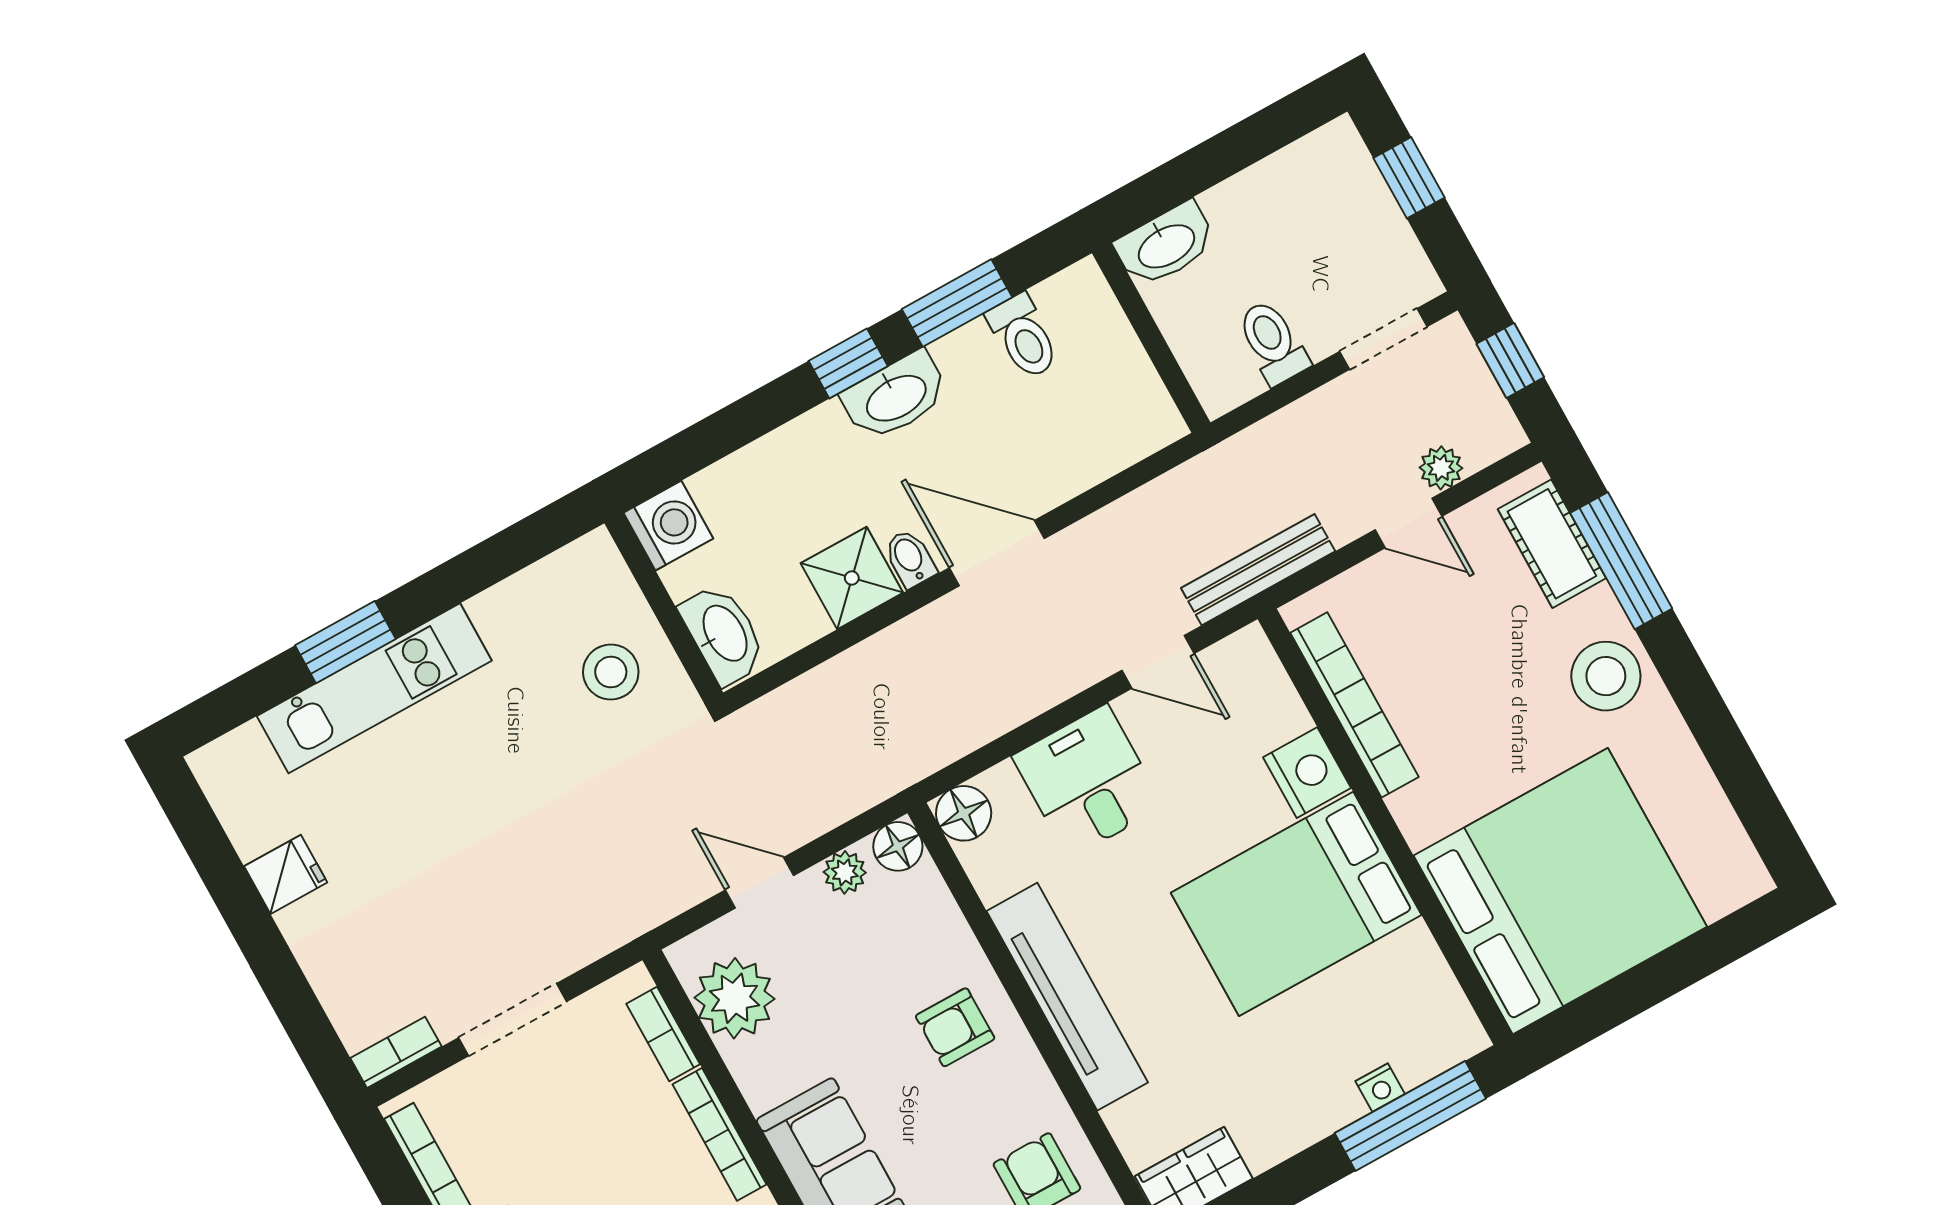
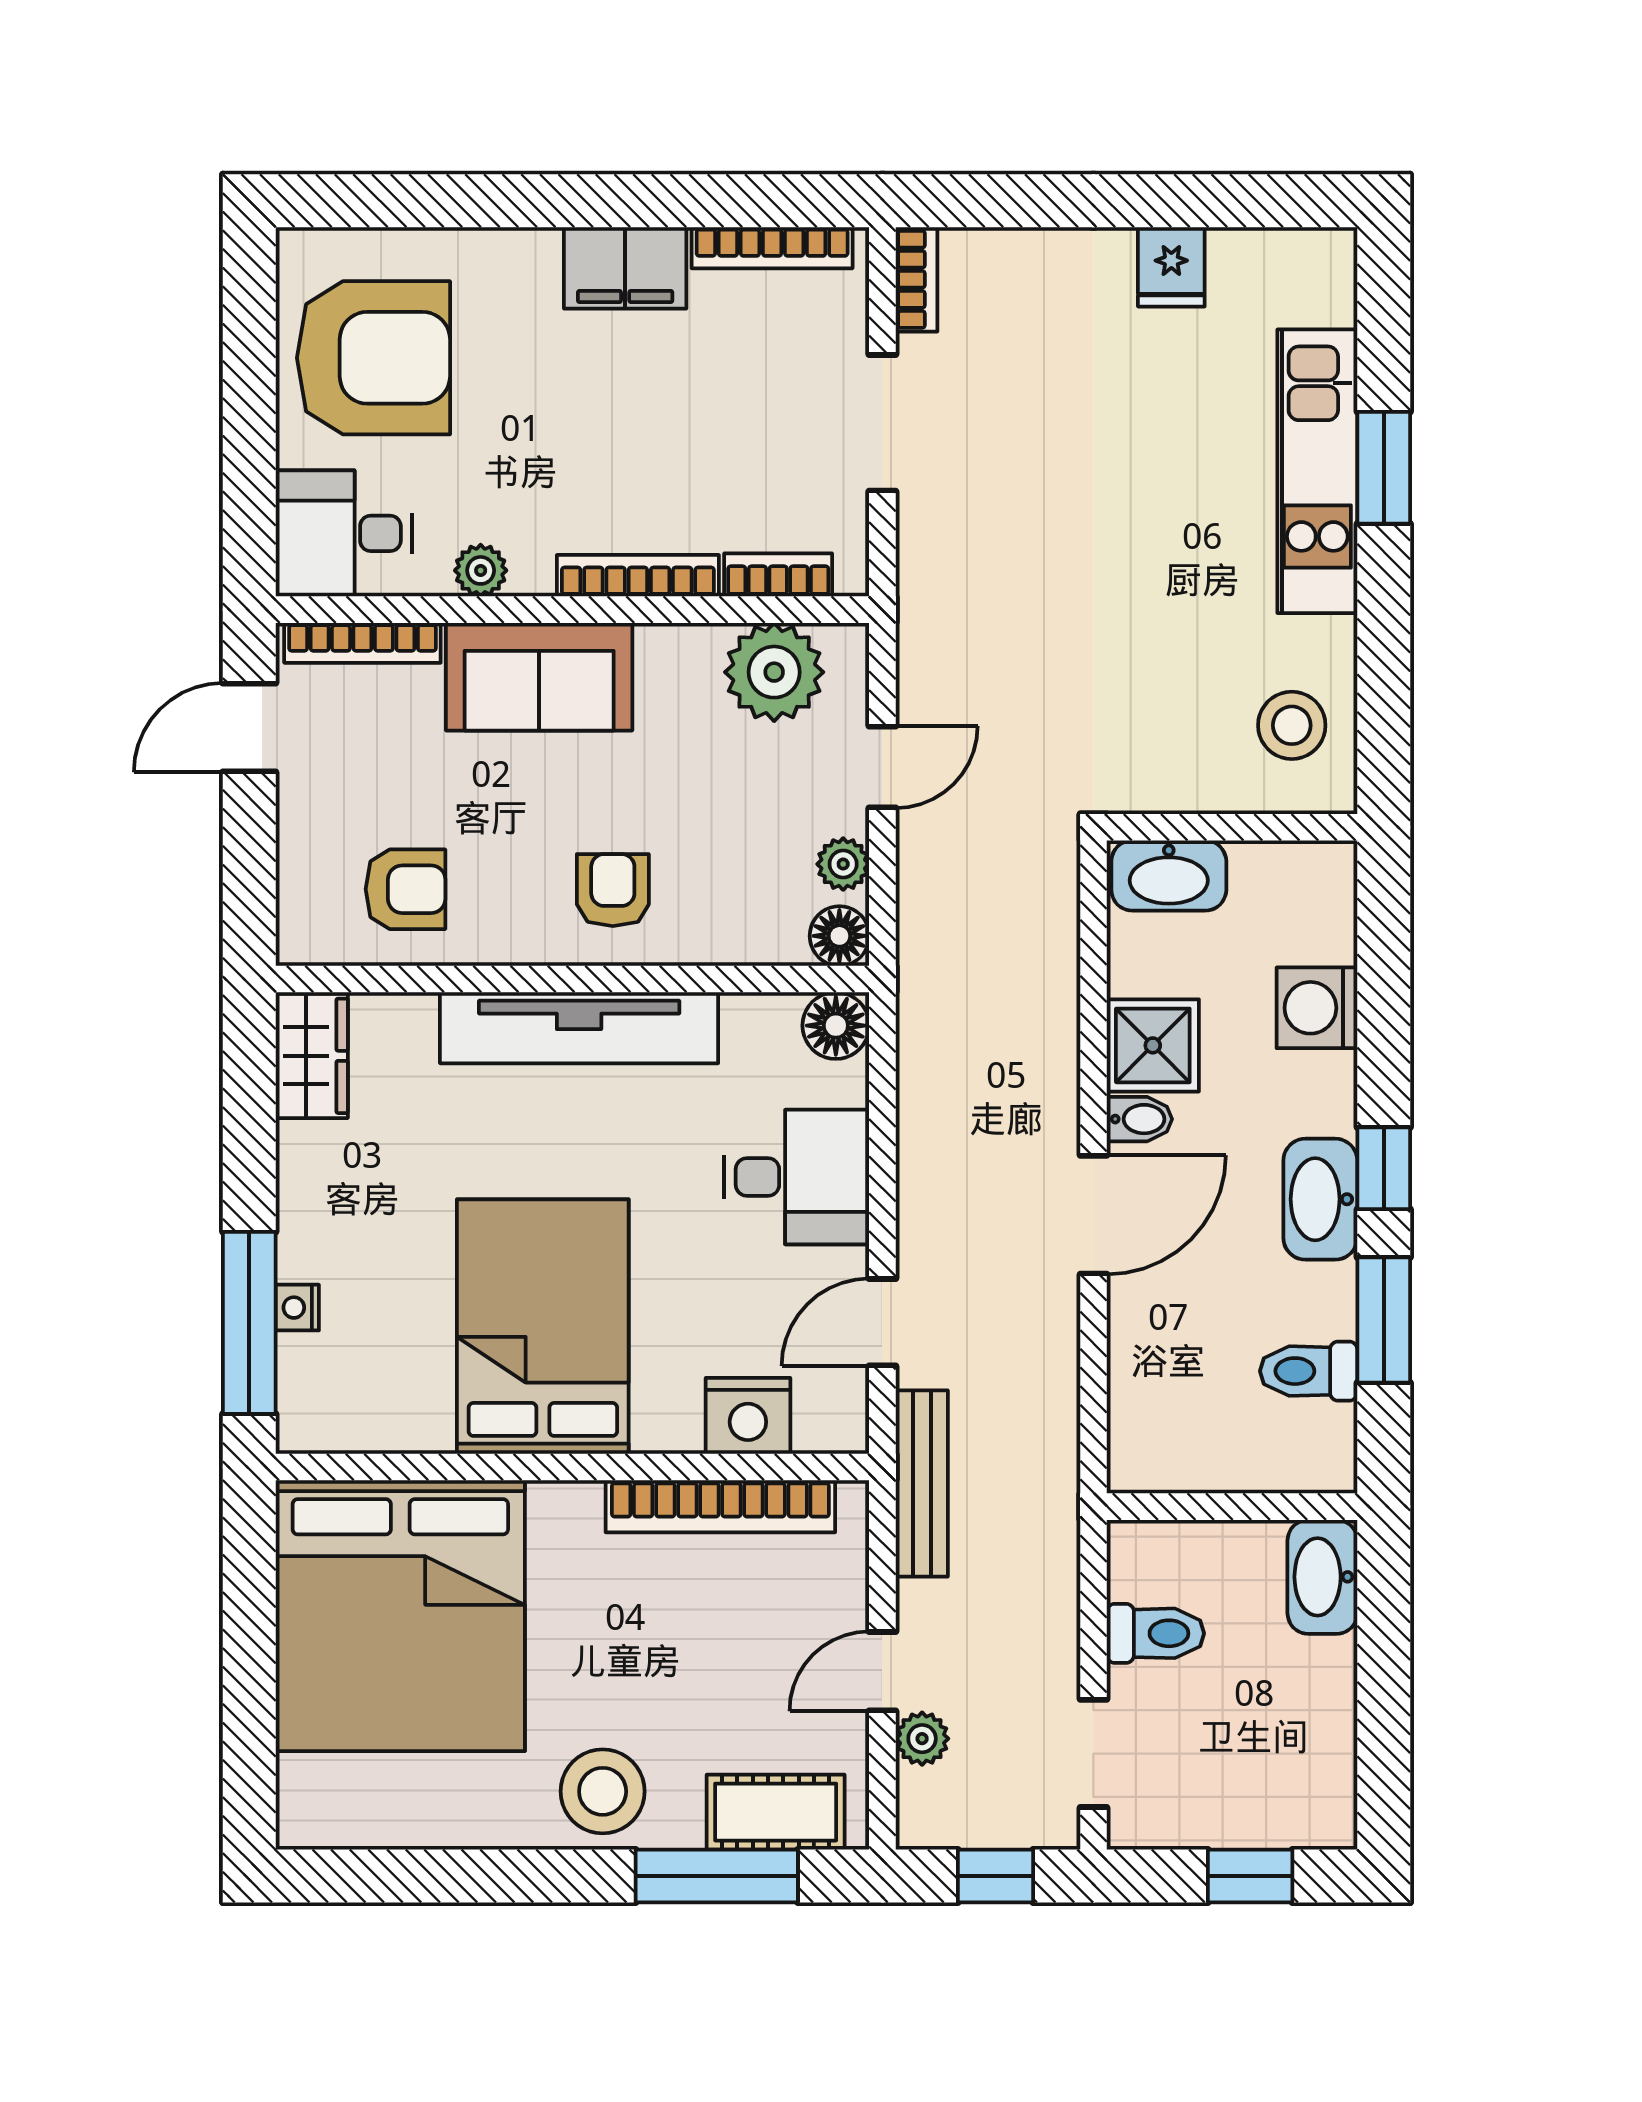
washing machine: (668, 526) -> (1317, 1008), moved, turned 90
stool: (611, 672) -> (1292, 725), moved
nightstand: (1307, 773) -> (748, 1416), moved

